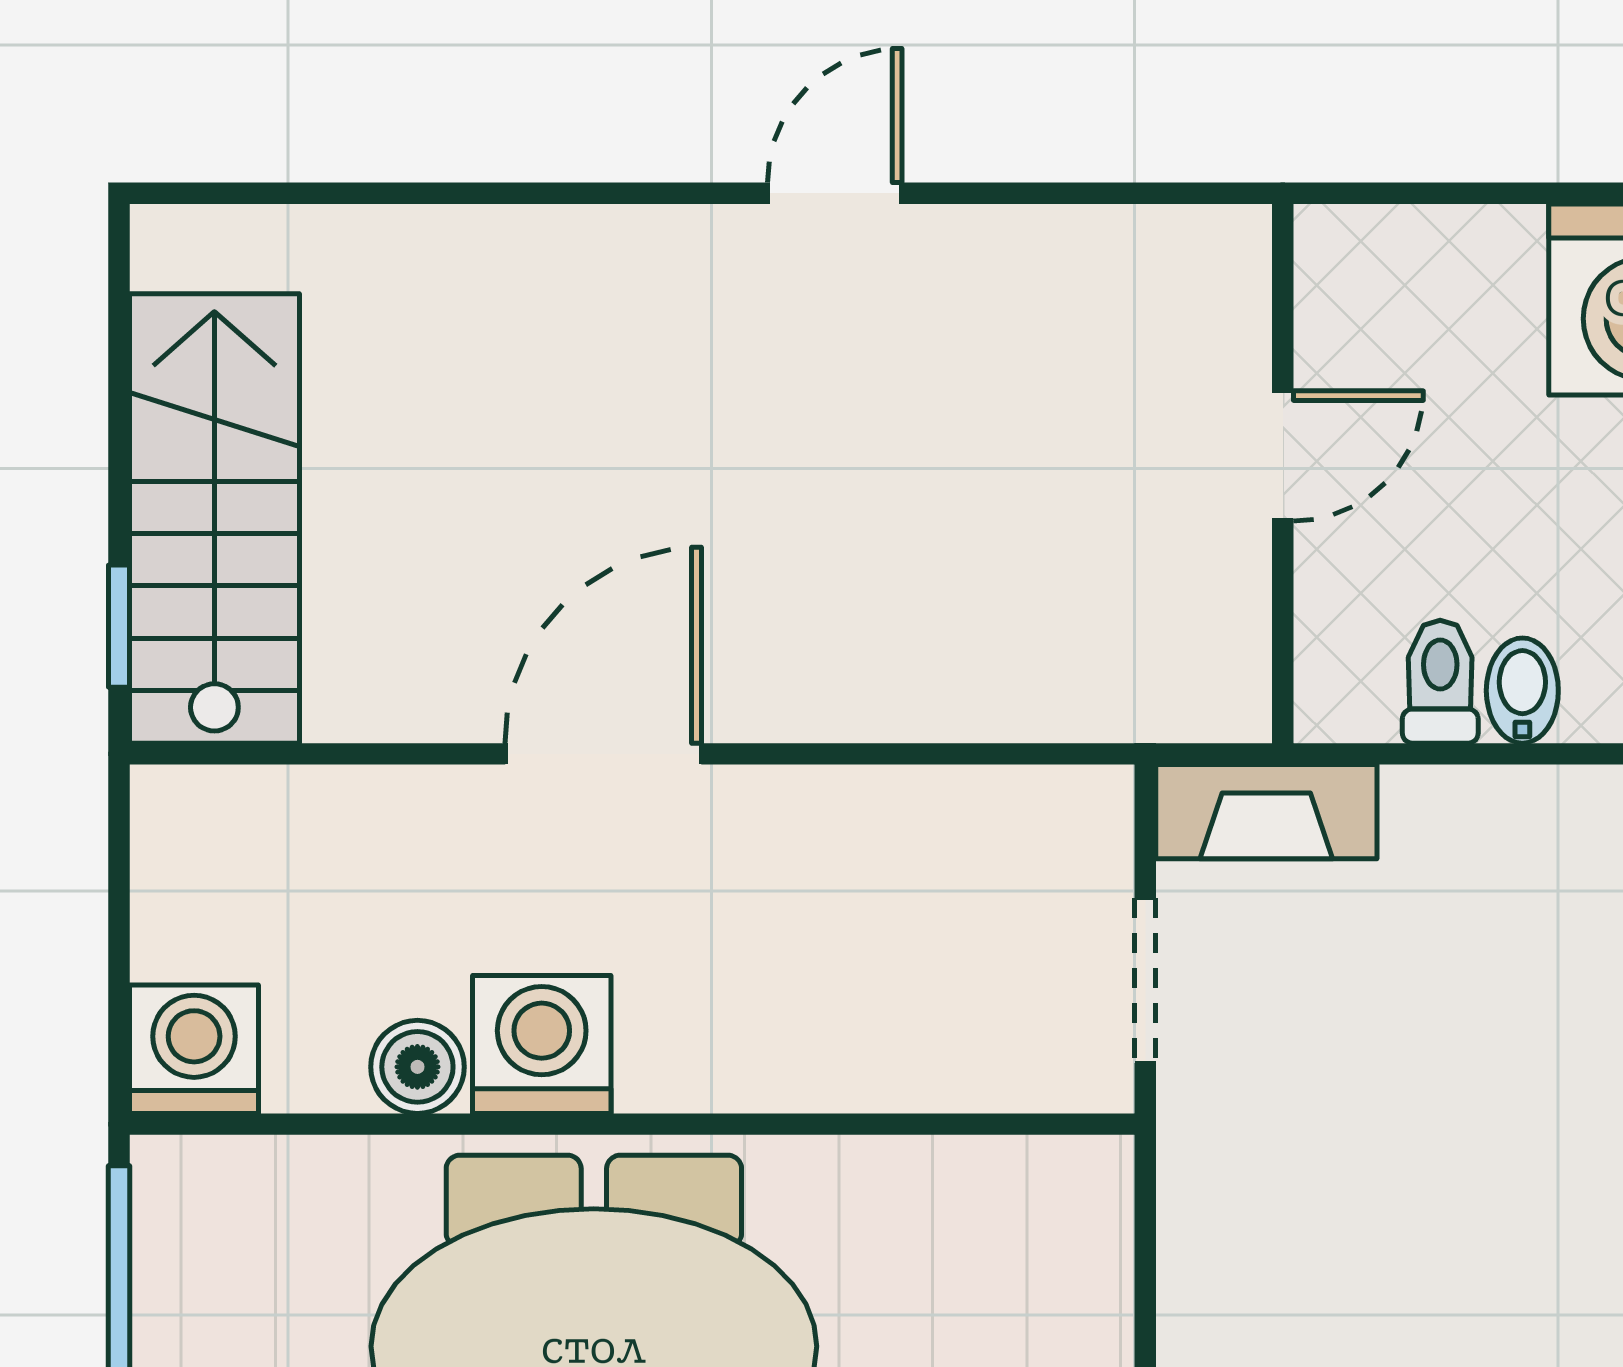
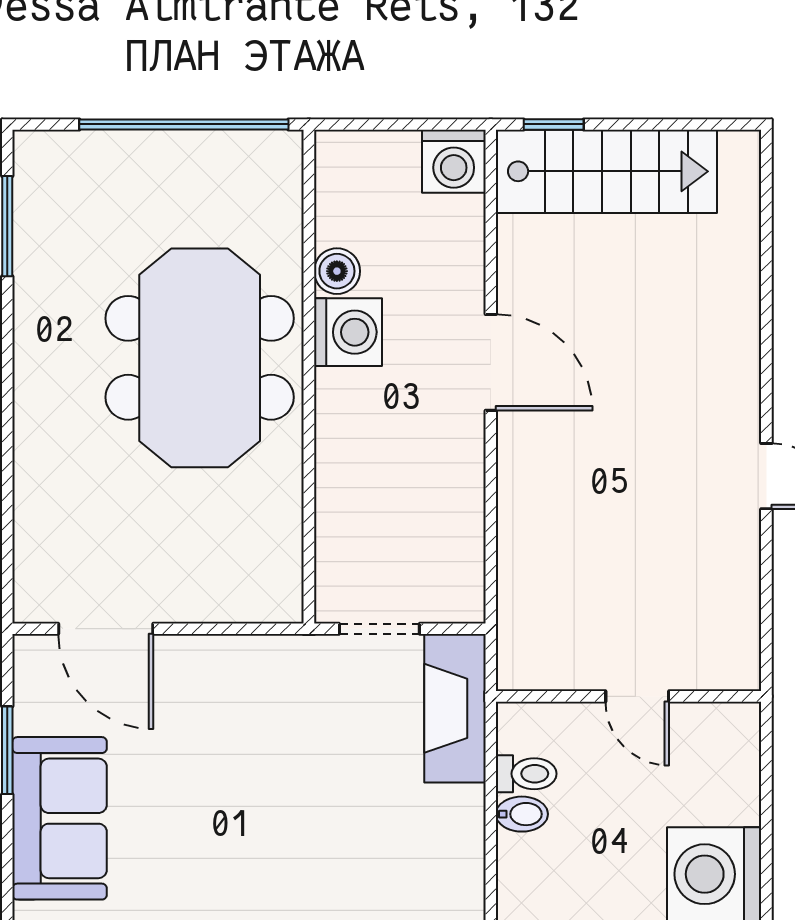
fireplace: (1266, 812) -> (455, 708), width x1.37, depth x1.32
washing machine: (194, 1049) -> (454, 161), moved, turned 90

